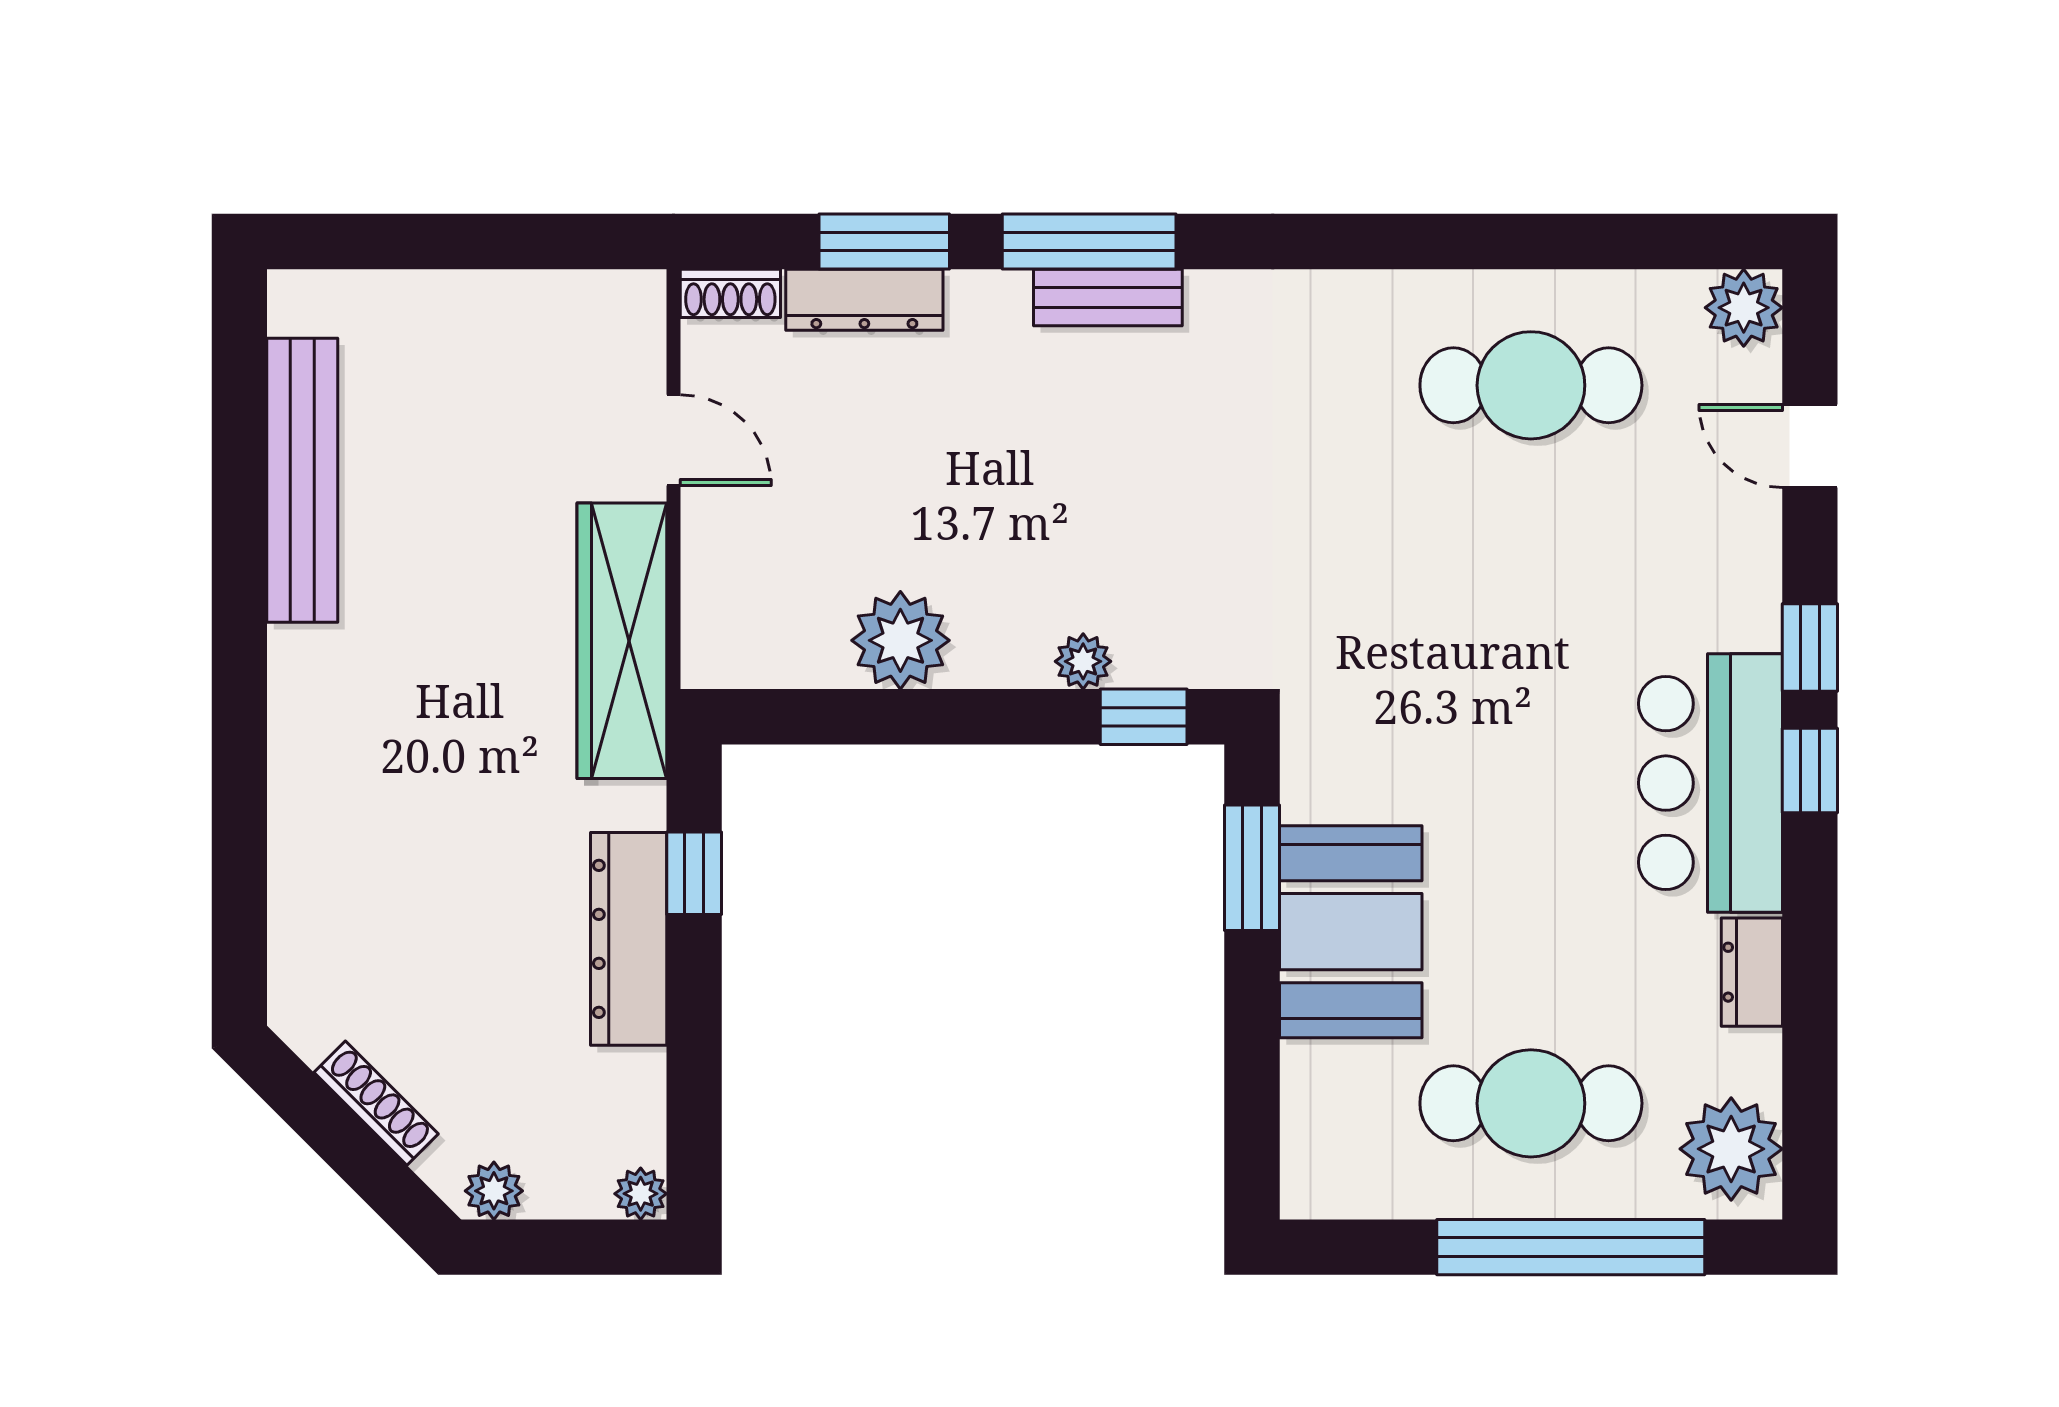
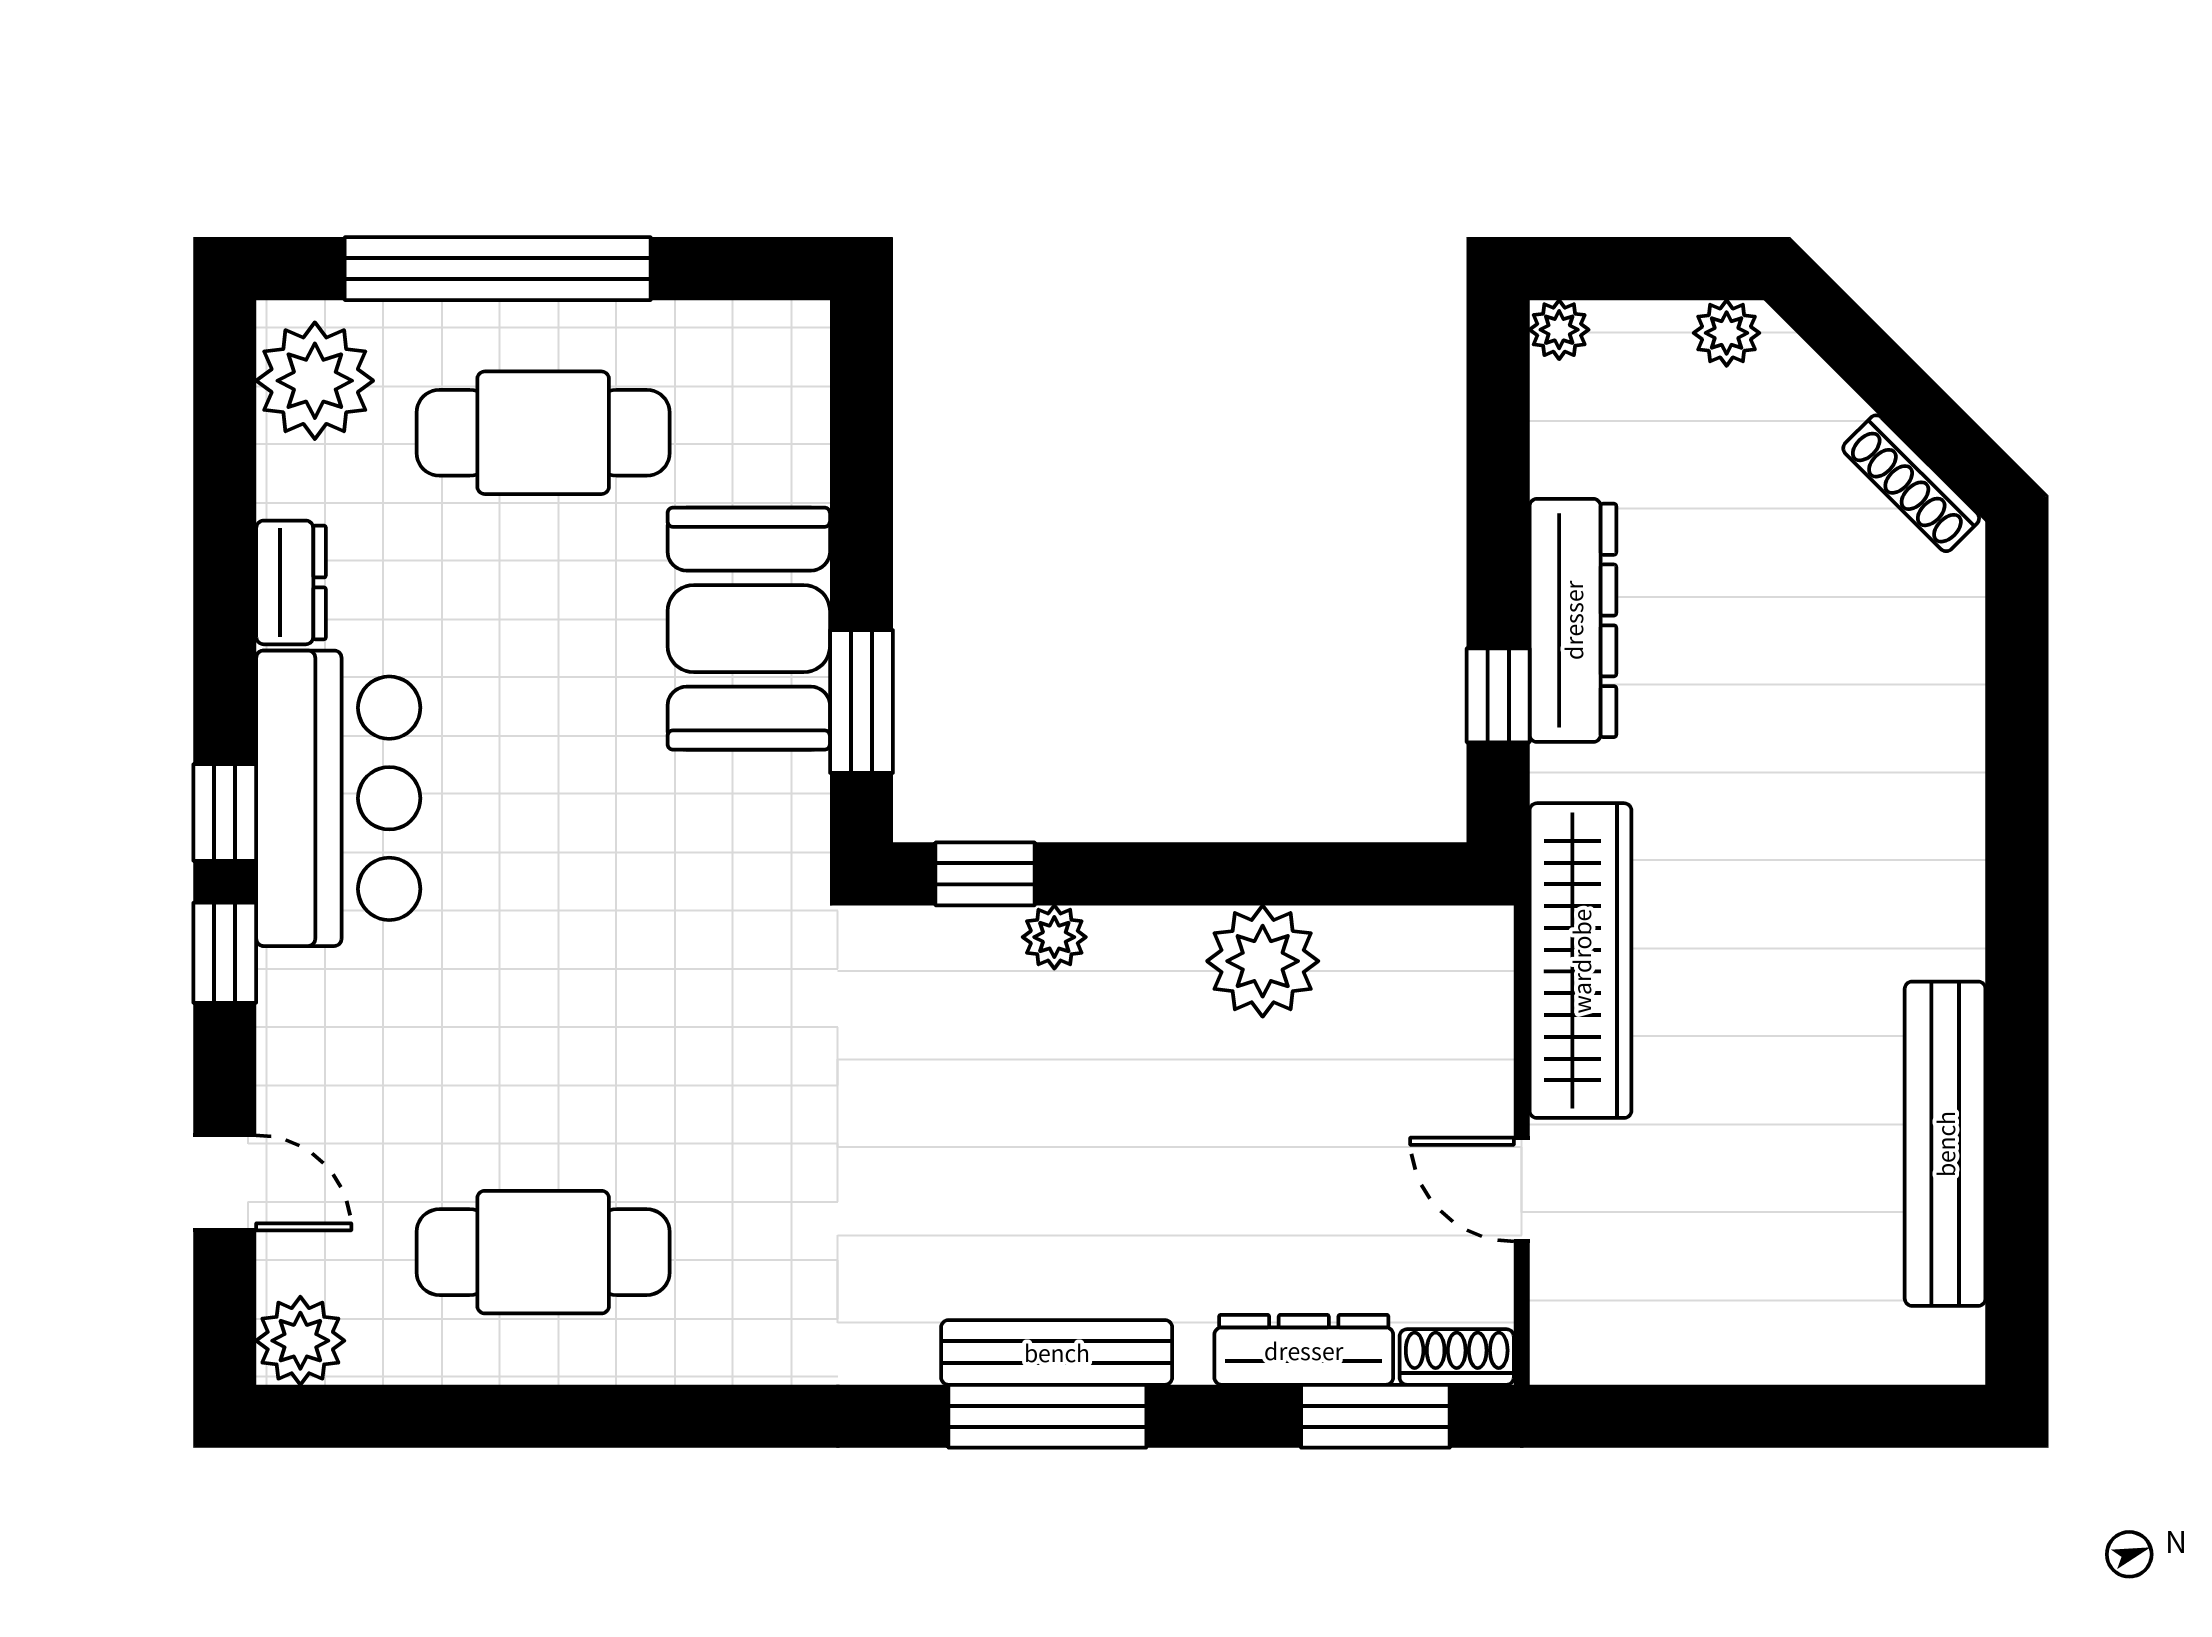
window: (884, 241) -> (1375, 1416), moved
bench: (1108, 297) -> (1057, 1352), width x1.36
shoe rack: (376, 1103) -> (1911, 483), moved

